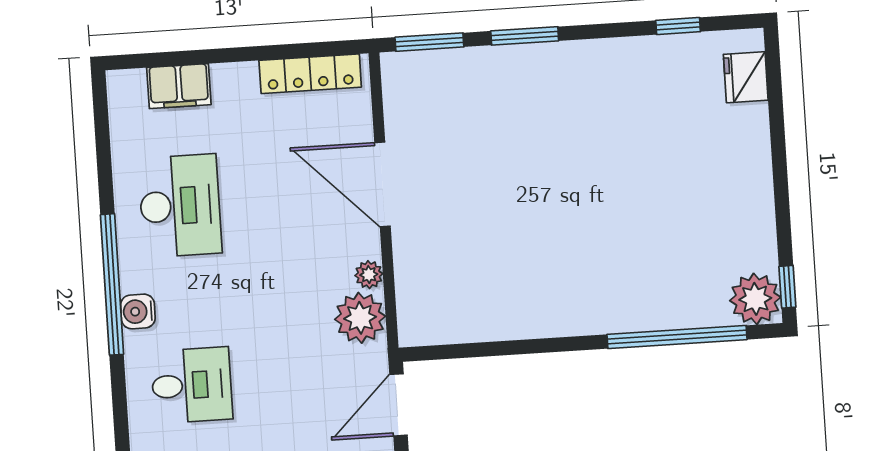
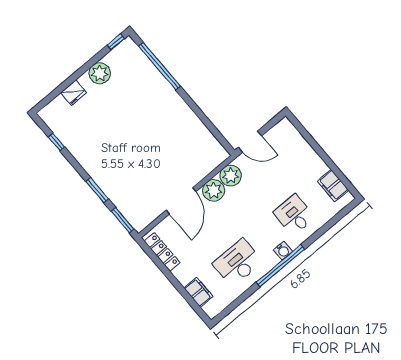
fridge: (746, 77) -> (74, 93), moved
plant: (369, 275) -> (214, 190), width x1.88, depth x1.88
plant: (755, 299) -> (100, 73), moved

